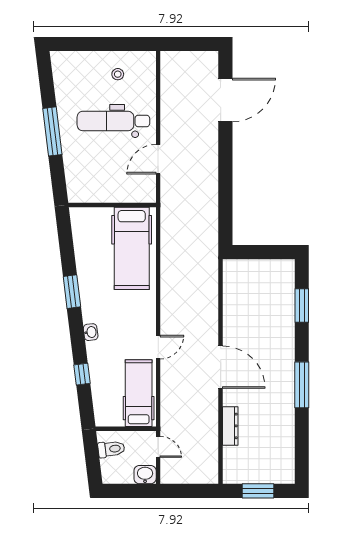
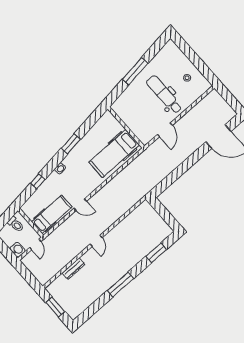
door: (158, 159) -> (165, 130), swing flipped
door: (221, 367) -> (96, 241), width x0.53

